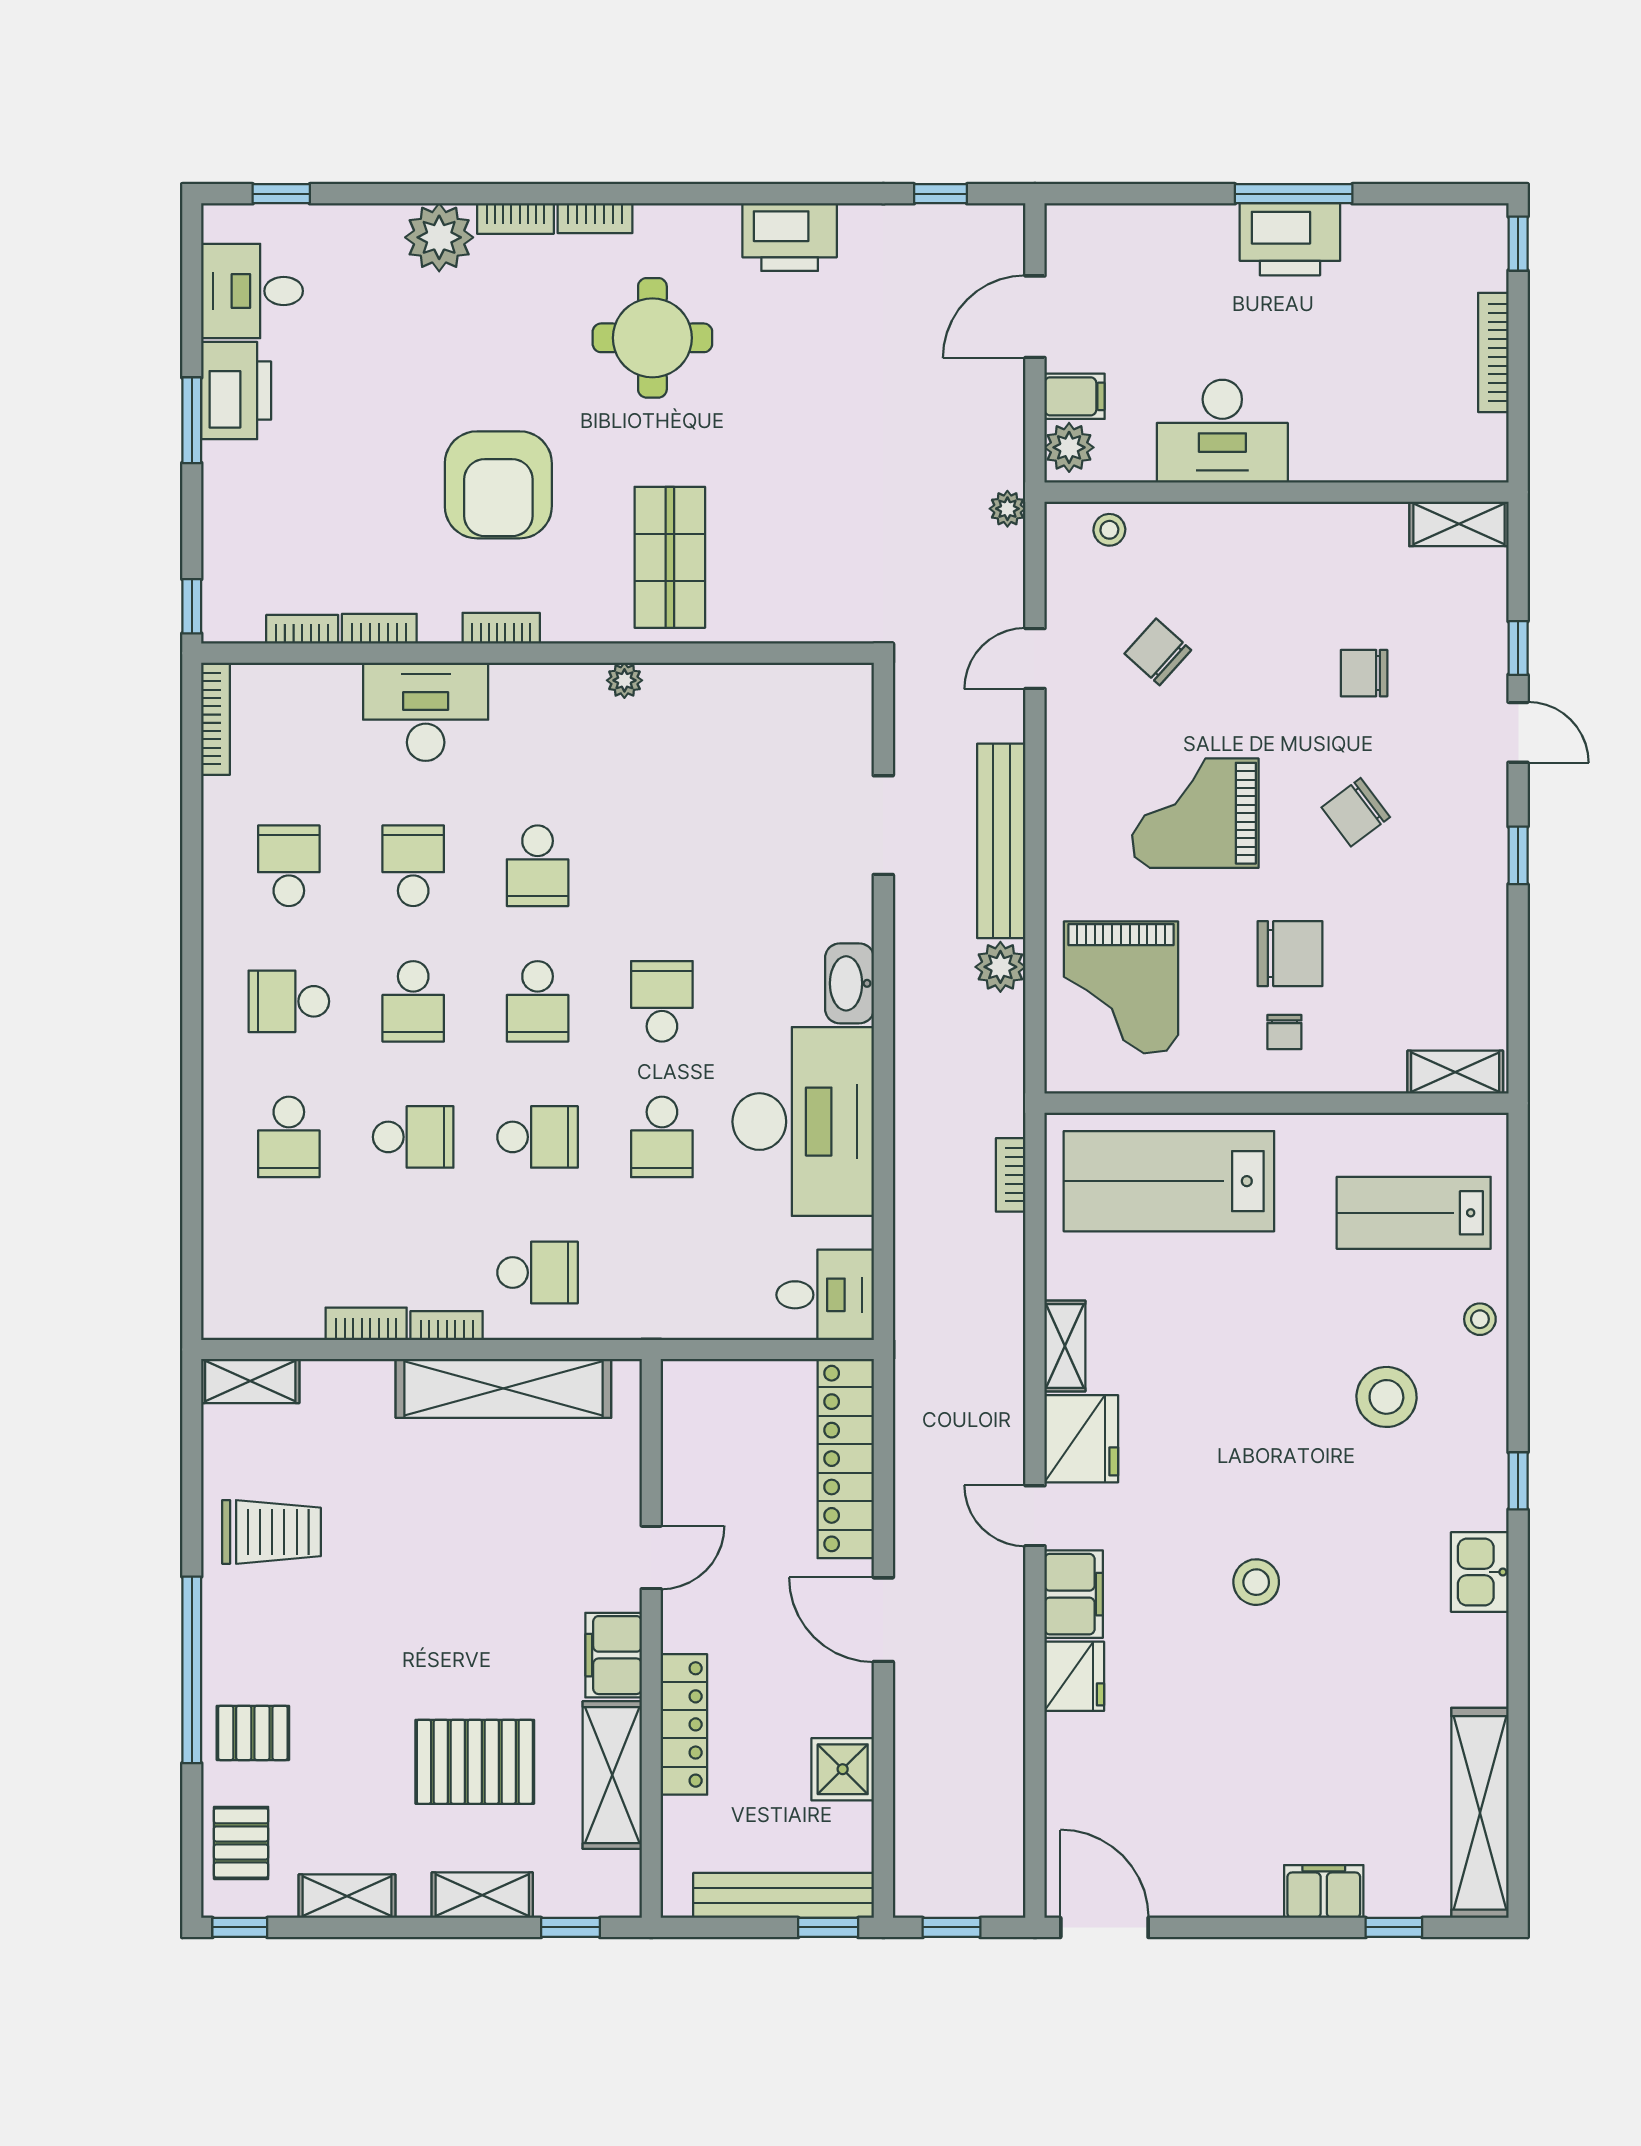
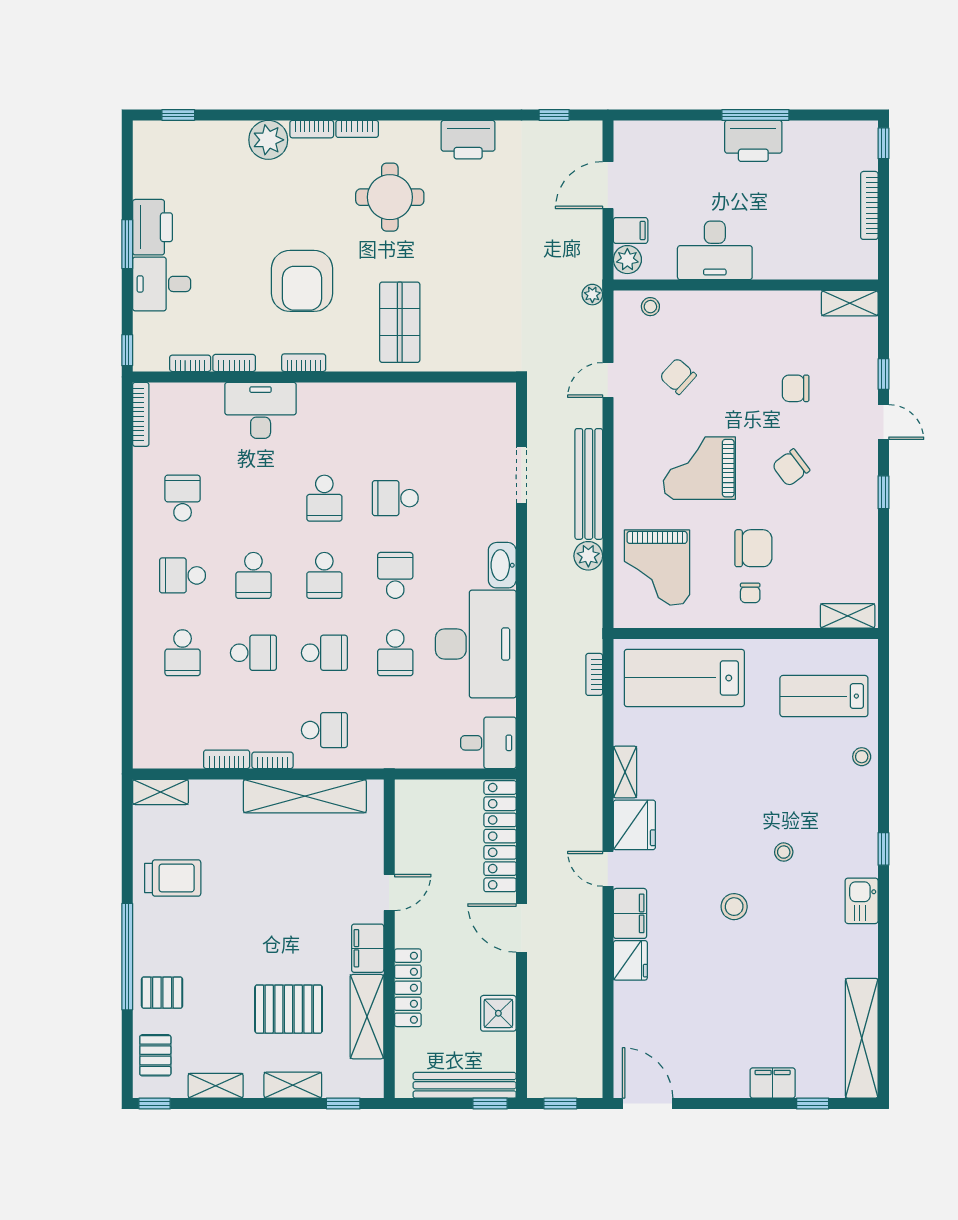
desk: (252, 291) -> (162, 284), moved
plant: (624, 680) -> (374, 392), removed
school desk: (413, 866) -> (395, 498), moved, turned -90
stool: (1386, 1397) -> (784, 852), moved, width x0.53, depth x0.53

